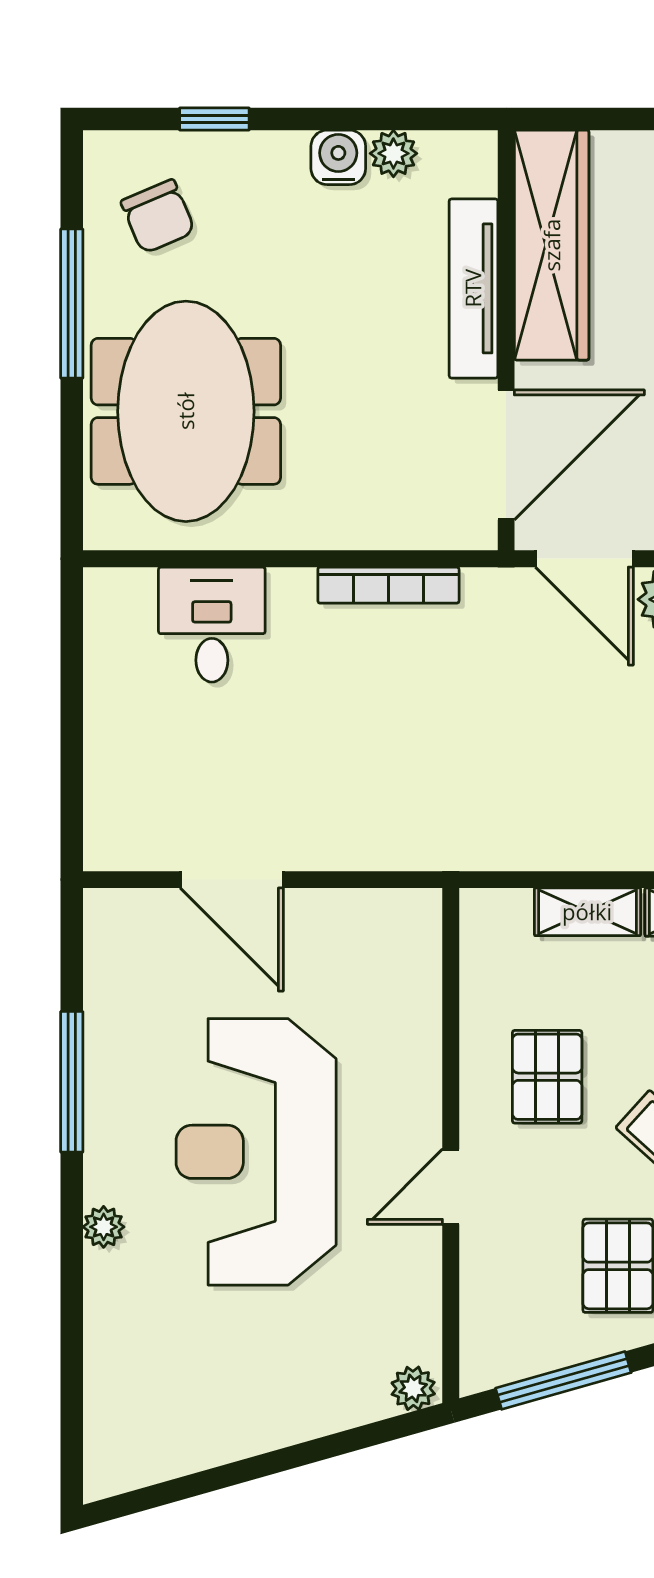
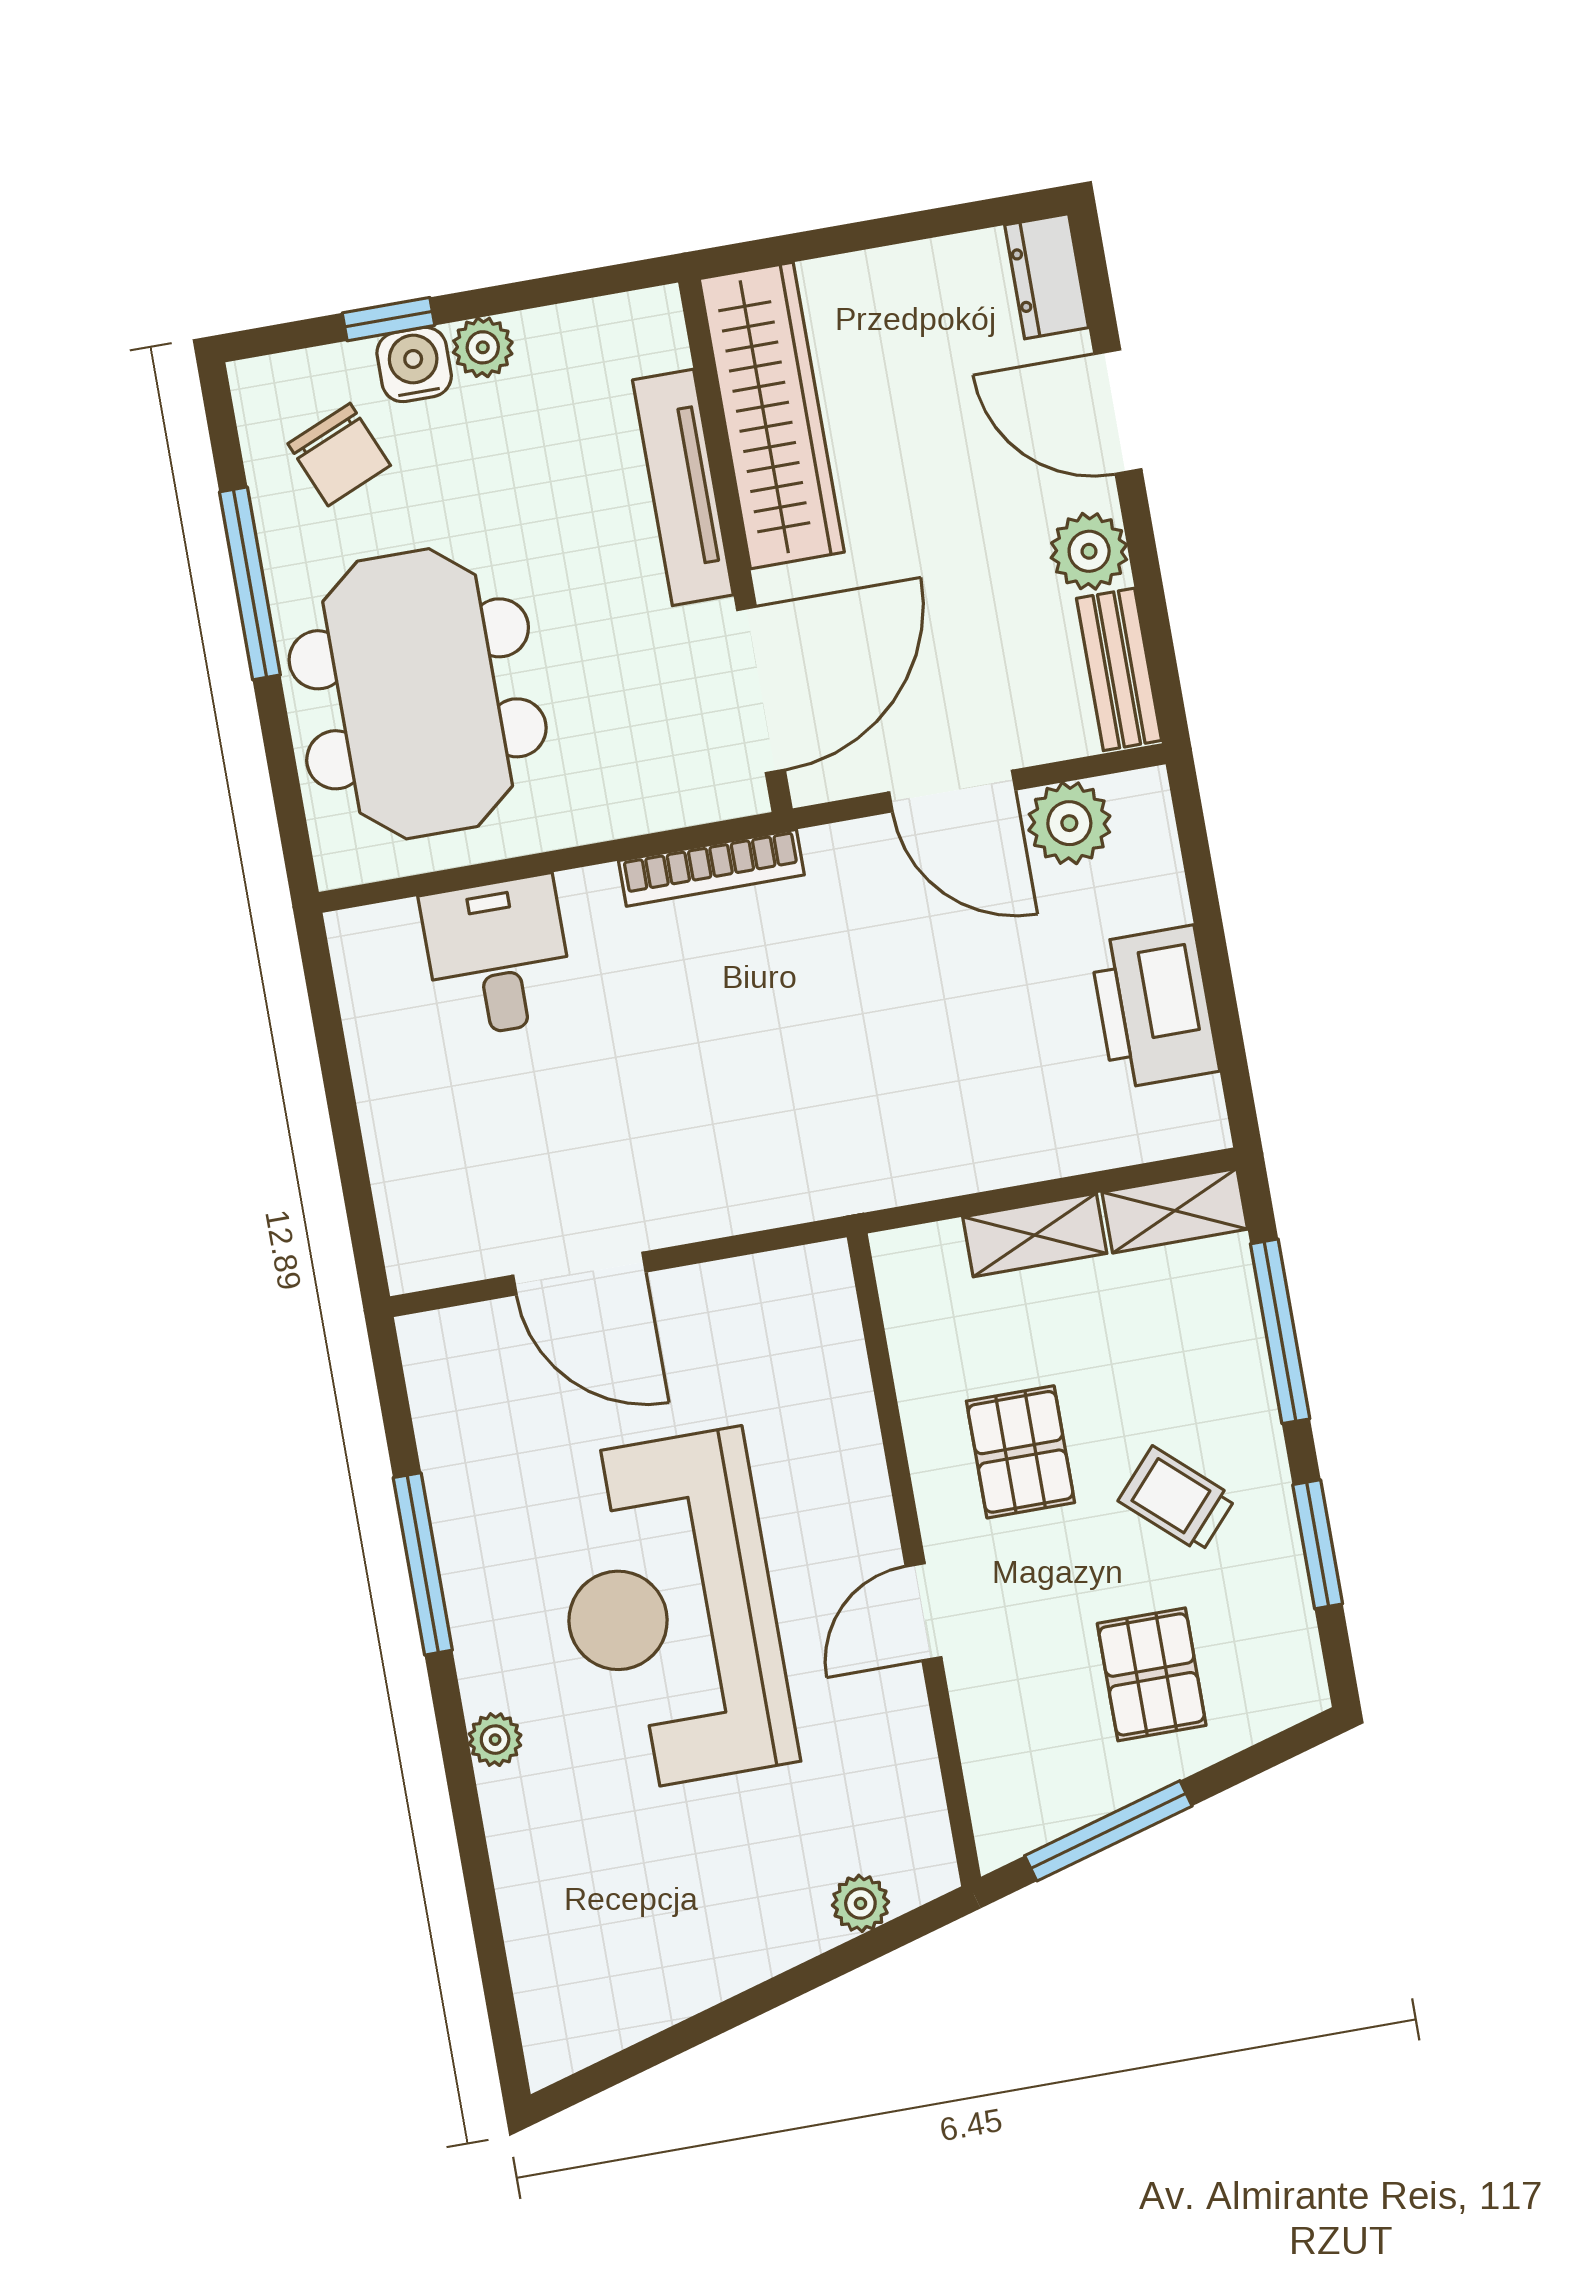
plant: (393, 153) -> (483, 347), moved
water cooler: (338, 157) -> (414, 365), moved
wardrobe: (552, 245) -> (772, 415), moved
tv unit: (473, 288) -> (683, 487), moved
wall: (506, 340) -> (735, 545), moved
door: (506, 455) -> (761, 690), moved
plant: (413, 1388) -> (860, 1903), moved

